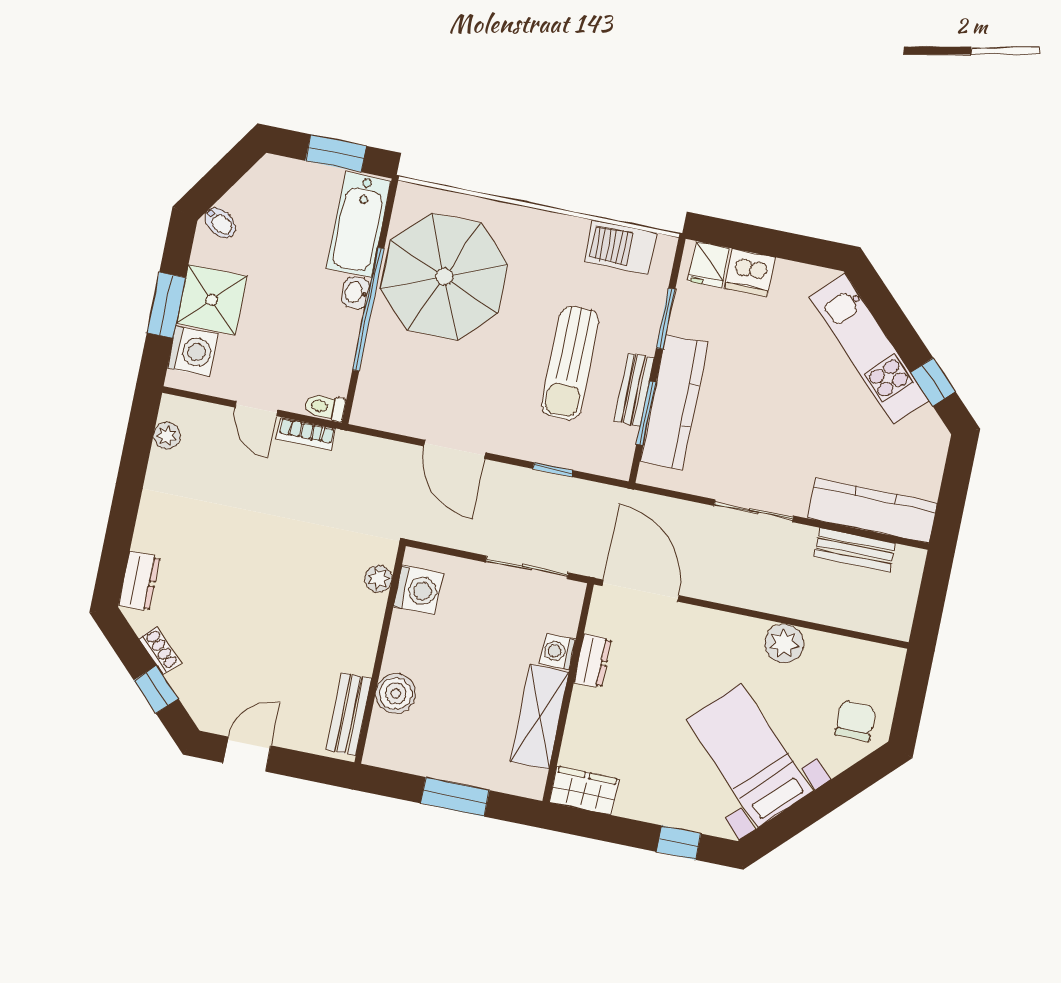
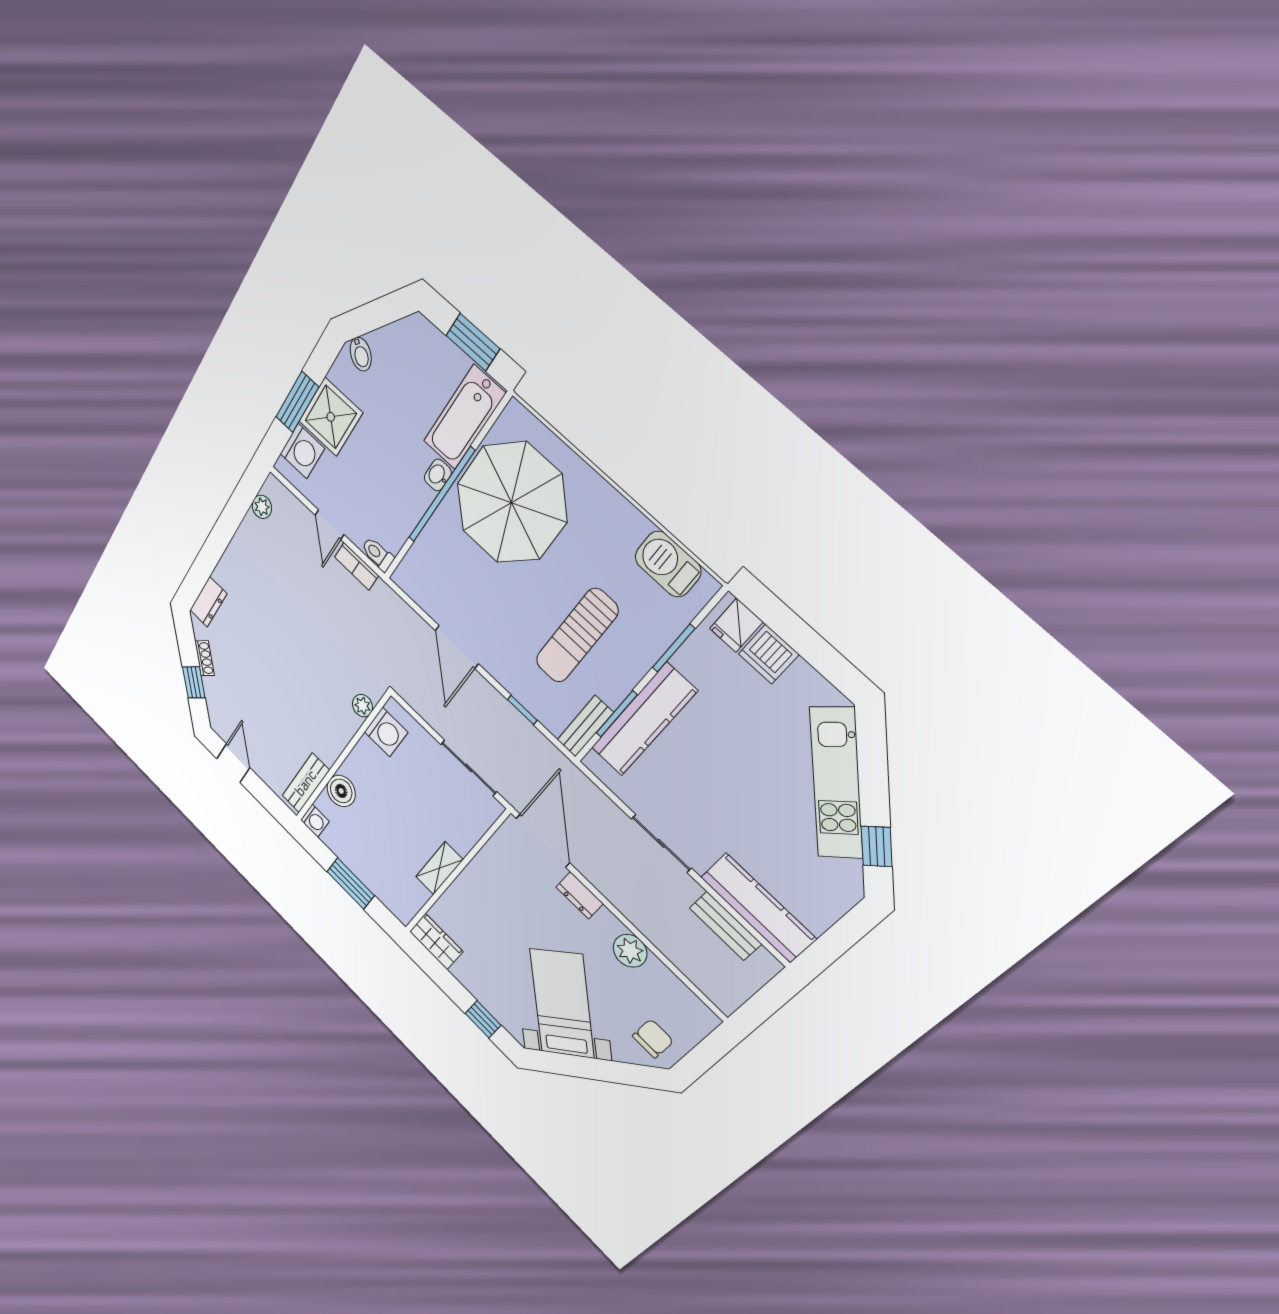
bench: (634, 390) -> (585, 726), moved
washing machine: (558, 652) -> (315, 821), moved, turned 180
dresser: (593, 661) -> (580, 895), moved, turned 90
shelving: (540, 717) -> (439, 868), width x0.67, depth x0.75
door: (247, 754) -> (233, 763), hinge flipped

